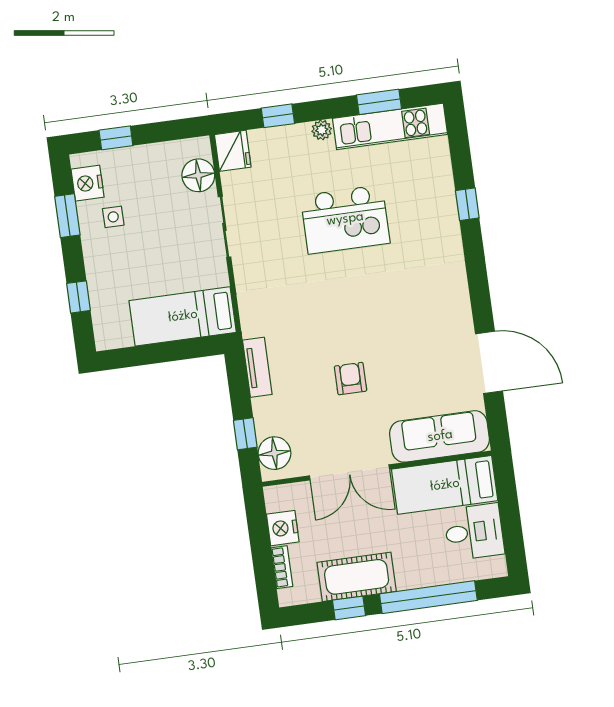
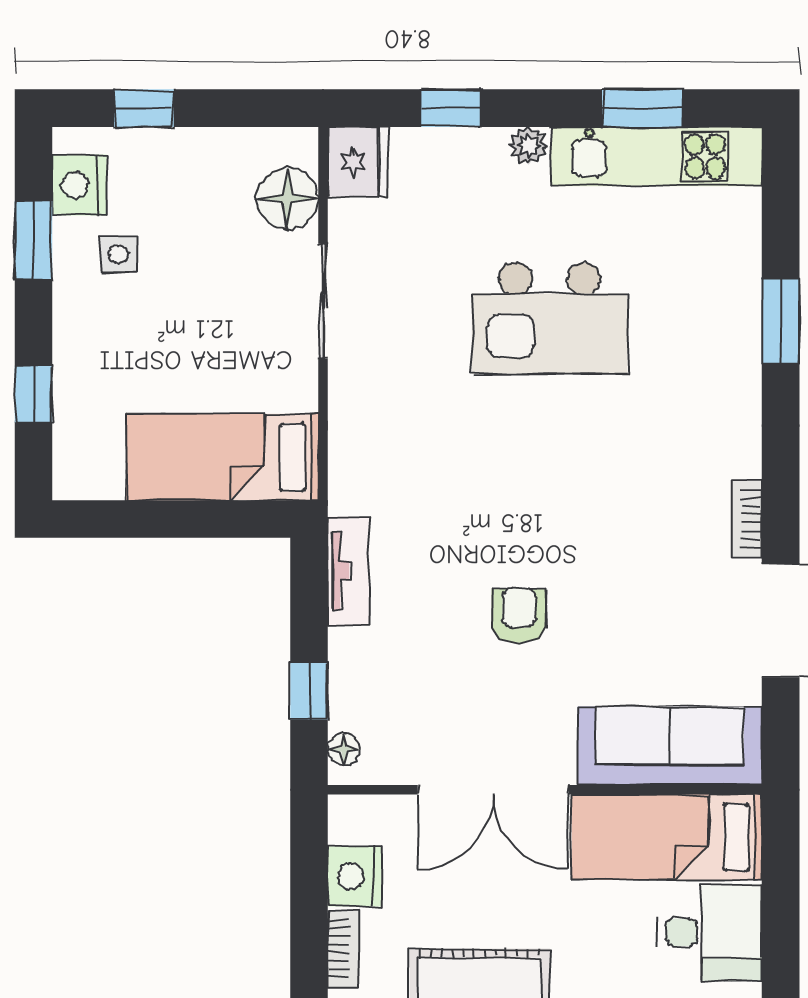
window: (467, 204) -> (781, 321), width x1.50
bookcase: (464, 311) -> (747, 519), added
floor lamp: (274, 453) -> (344, 749), width x0.53, depth x0.53

